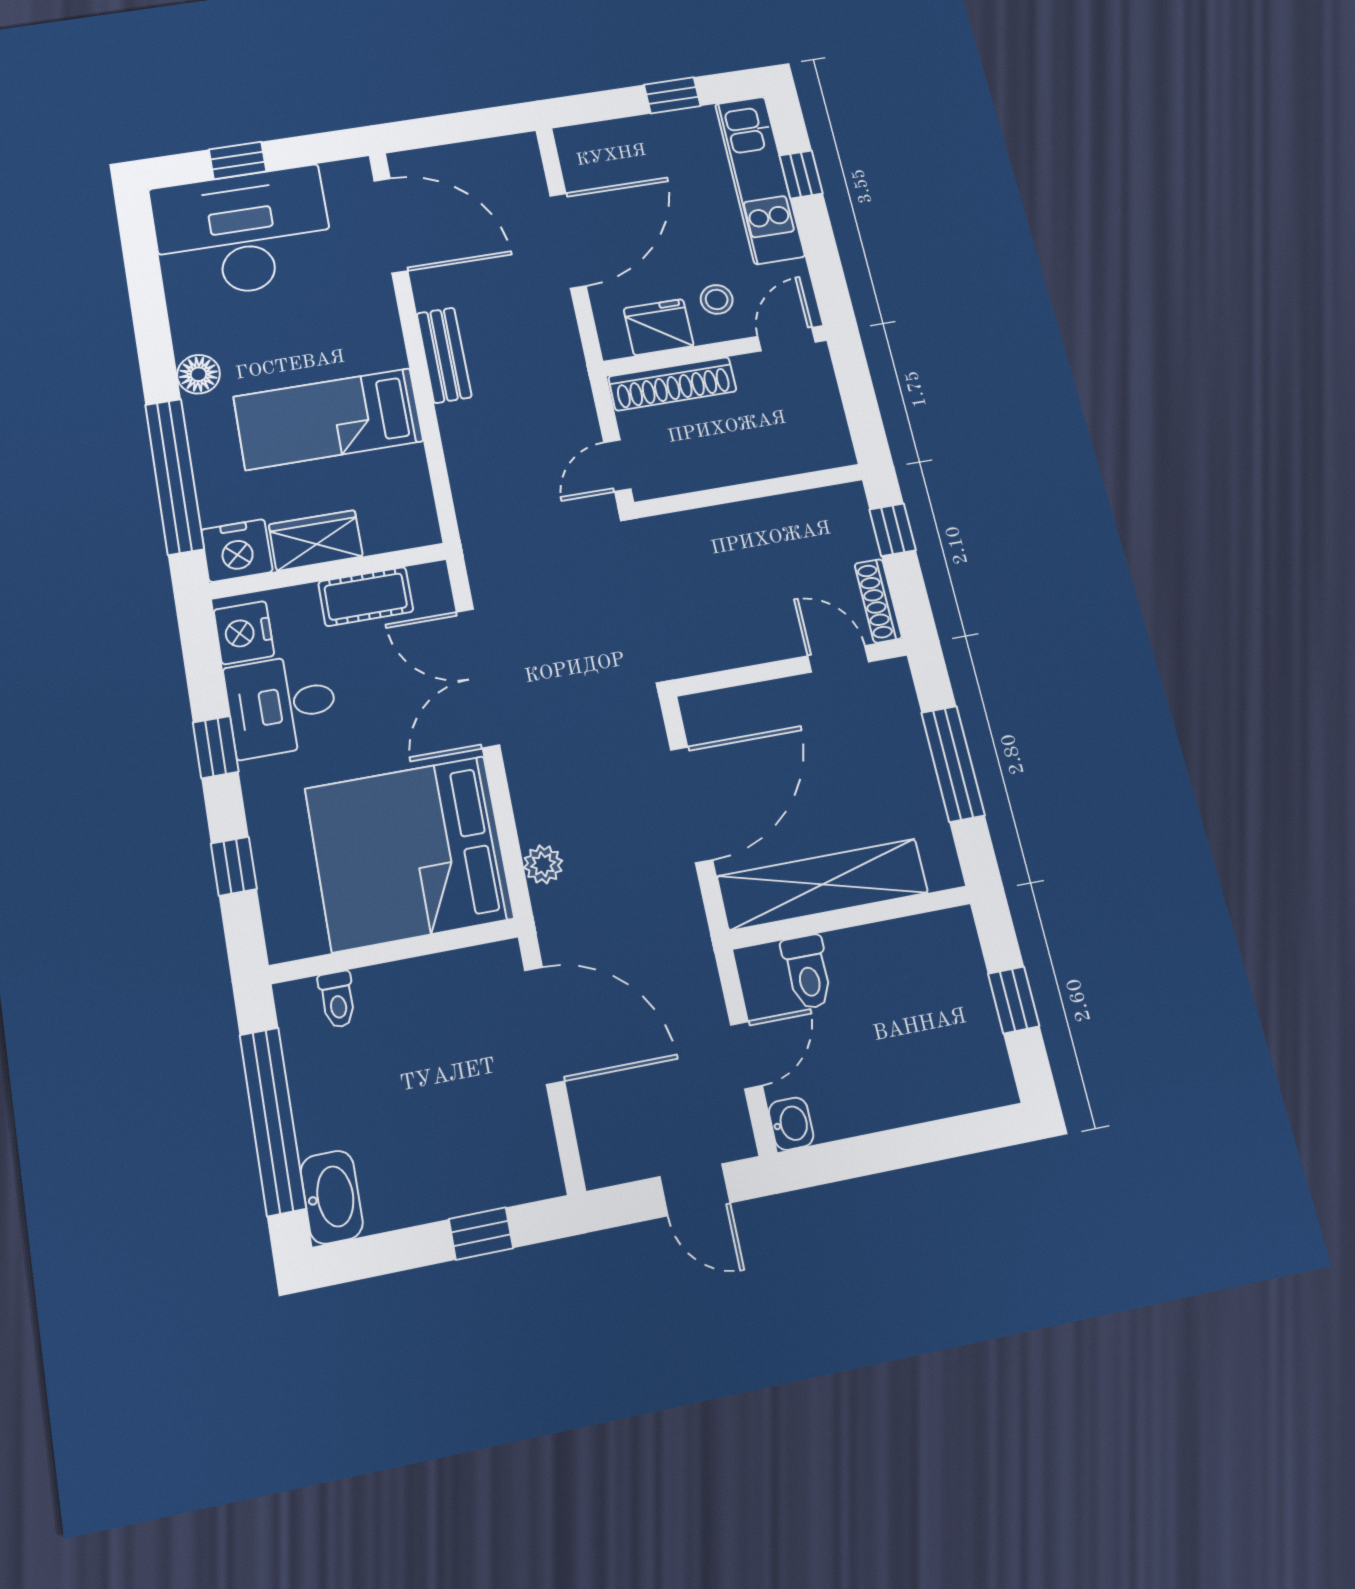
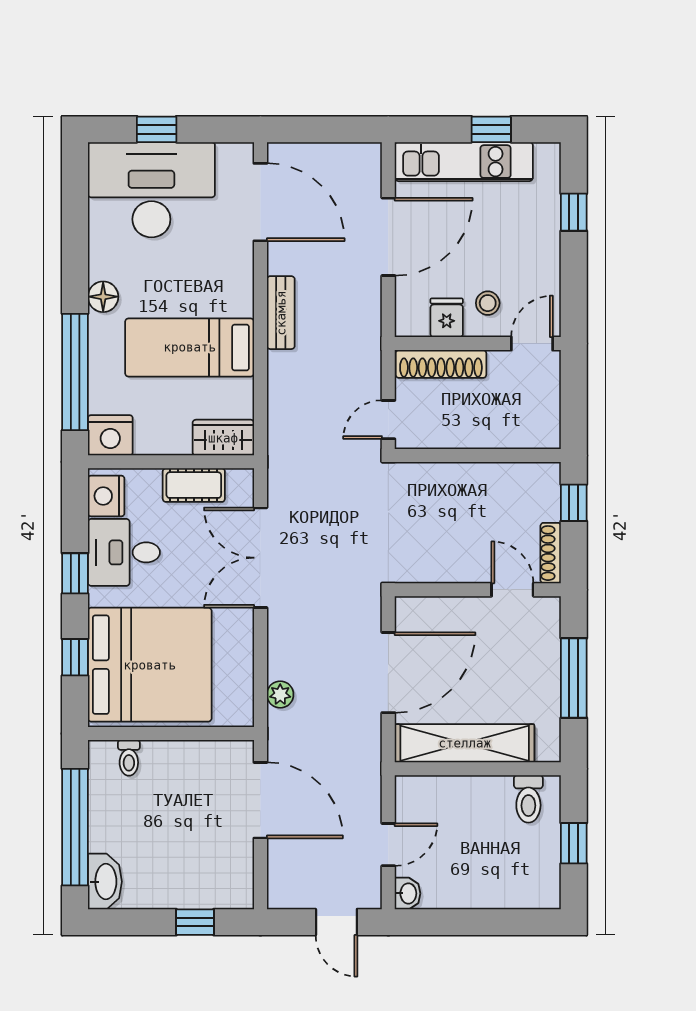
kitchen unit: (760, 180) -> (464, 162), moved, turned -90
fridge: (659, 327) -> (447, 318), width x0.72
wardrobe: (316, 540) -> (223, 438), moved
bed: (409, 853) -> (150, 665), moved, turned 180
toilet: (808, 972) -> (528, 799), moved

